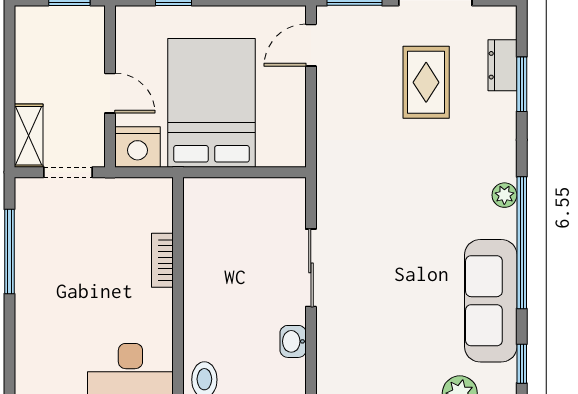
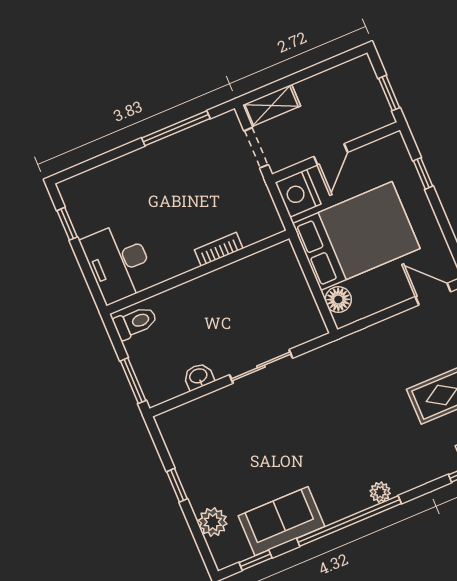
floor lamp: (273, 152) -> (338, 300), added
sofa: (491, 301) -> (282, 521), width x0.73

